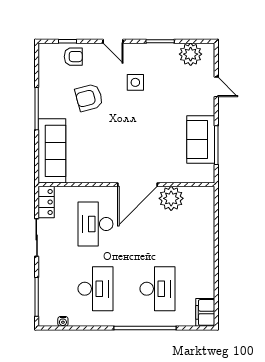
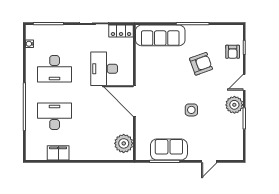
plant: (191, 54) -> (234, 105), moved
side table: (135, 82) -> (191, 110), moved
armchair: (89, 98) -> (201, 64), turned 85
plant: (171, 198) -> (124, 143), moved
desk: (95, 224) -> (104, 69), turned -90
desk: (157, 289) -> (55, 116), turned 180
filing cabinet: (205, 312) -> (58, 153), moved

